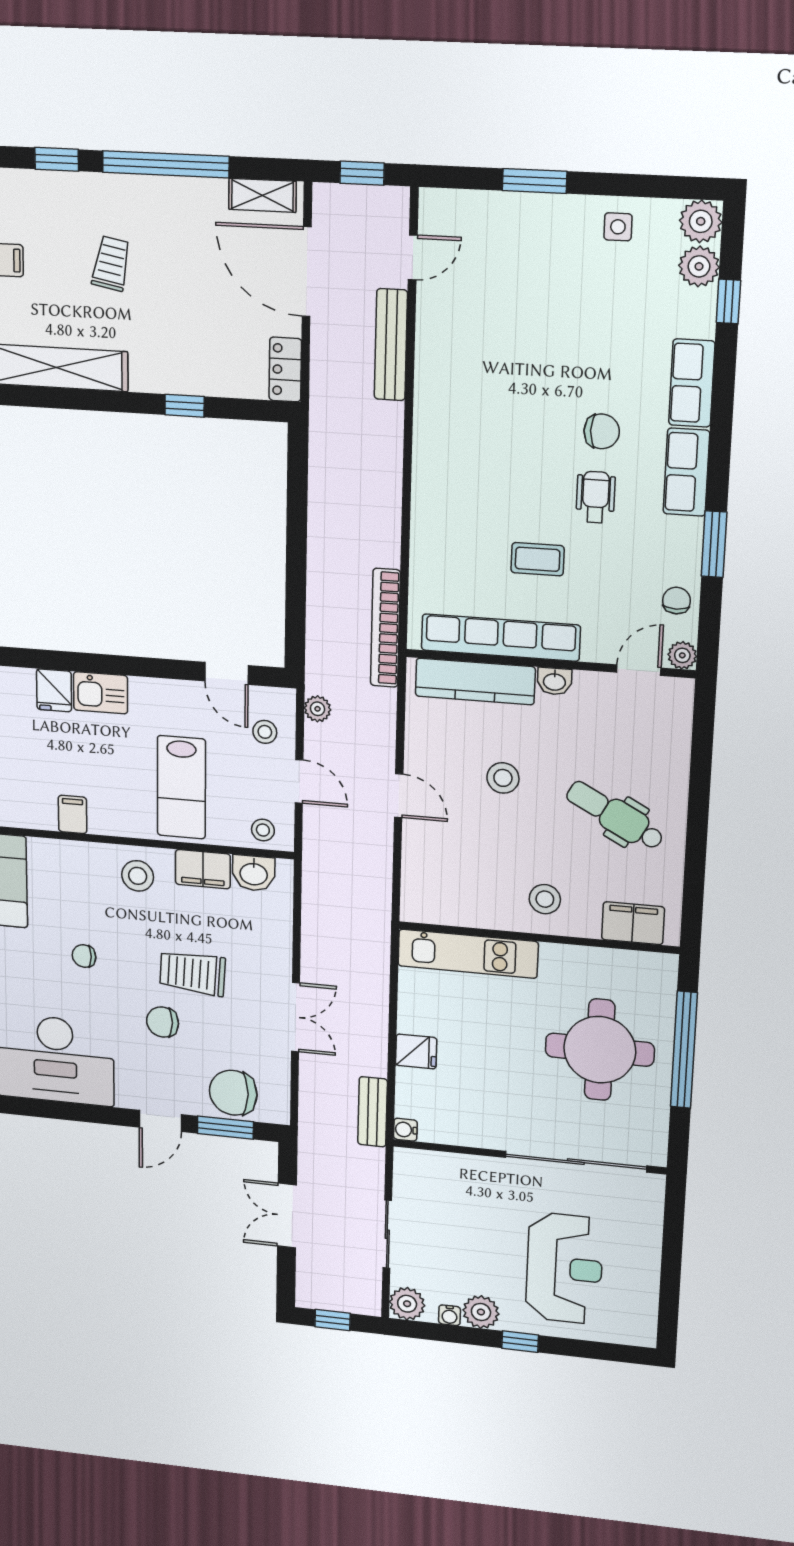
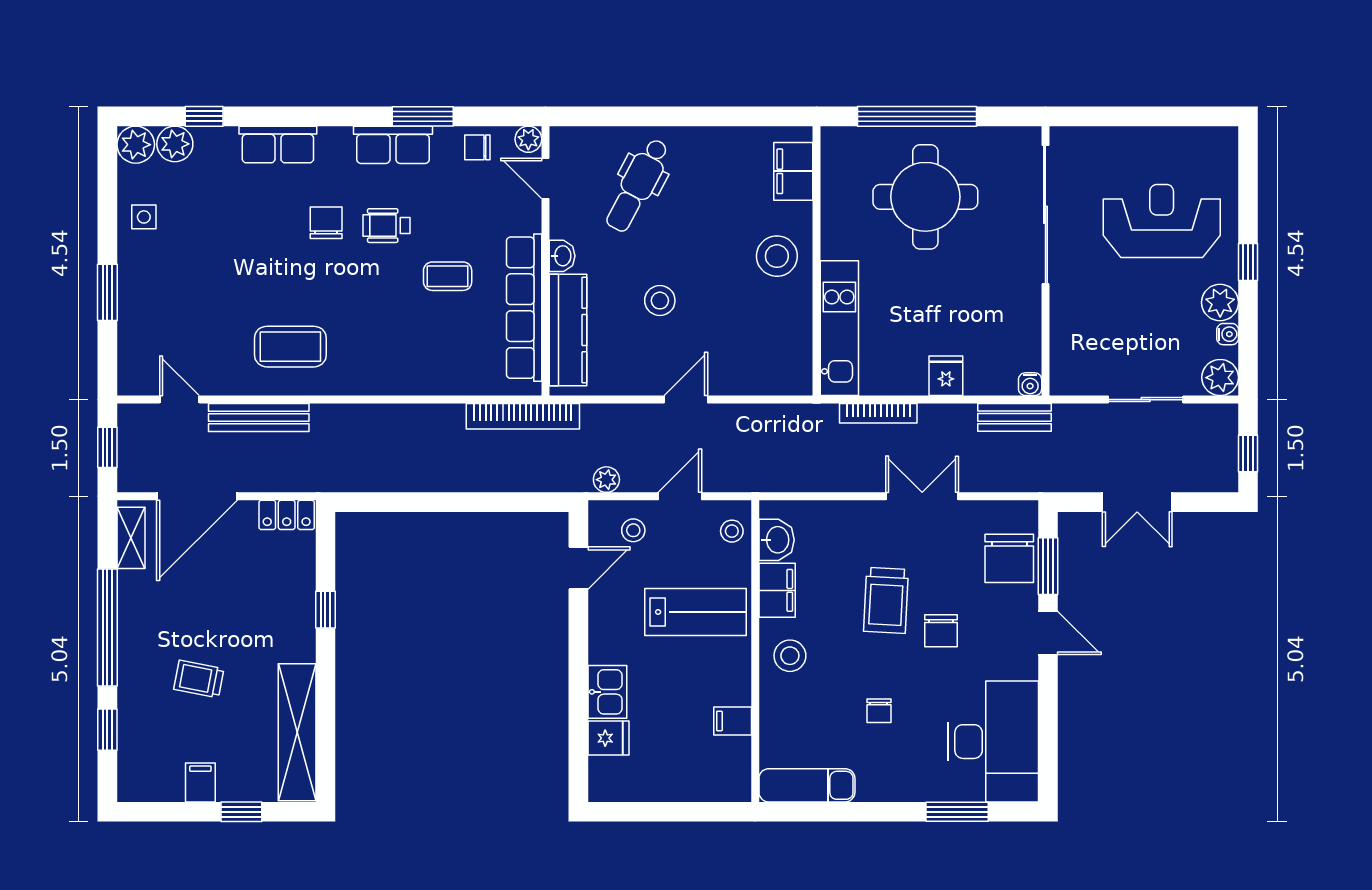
coffee table: (467, 384) -> (290, 347), added
row of seats: (686, 472) -> (393, 145), moved
coffee table: (538, 559) -> (448, 276), turned 90
dental chair: (615, 816) -> (638, 185), moved
stool: (545, 899) -> (777, 256), width x1.38, depth x1.38
bookcase: (380, 983) -> (878, 413), added

